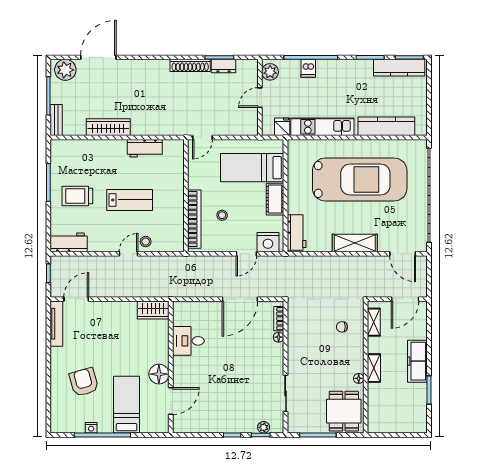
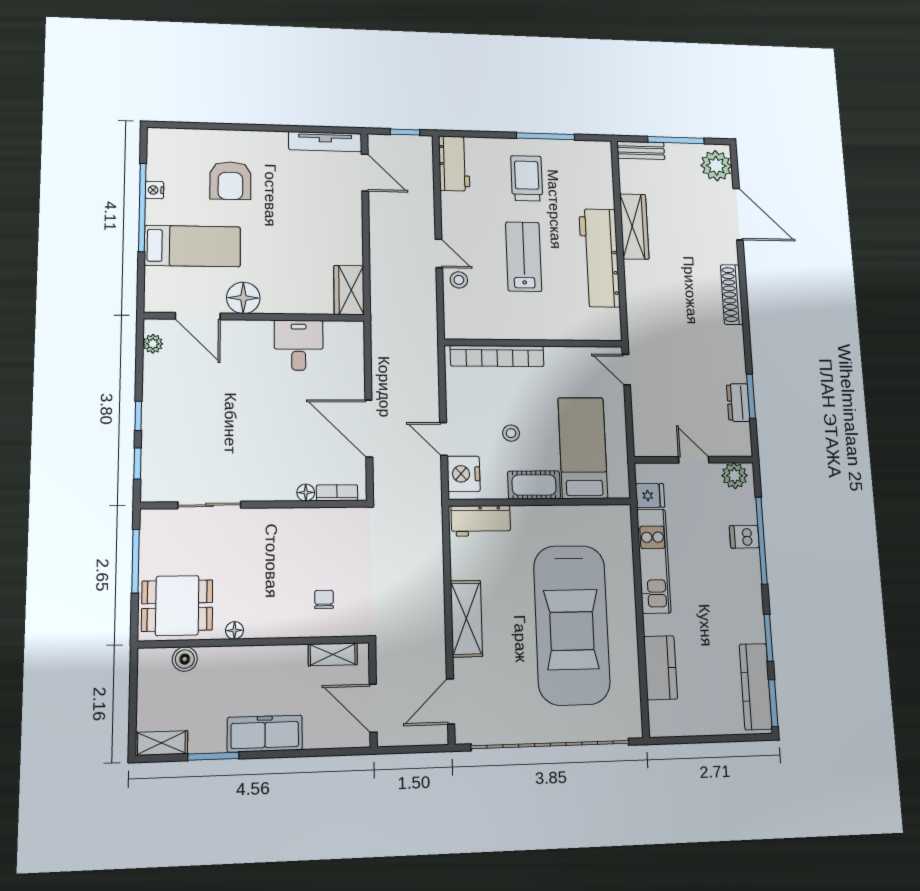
shoe rack: (190, 65) -> (732, 295), moved
kitchen counter: (386, 126) -> (661, 668), width x0.67
workbench: (145, 148) -> (599, 258), width x1.88, depth x1.32
lab bench: (130, 200) -> (524, 257), turned 180
stool: (222, 215) -> (511, 433), moved
shelving: (374, 368) -> (161, 743), moved
armchair: (84, 382) -> (230, 181), turned 106
boiler: (374, 407) -> (185, 659), added
plant: (264, 427) -> (153, 344), moved

